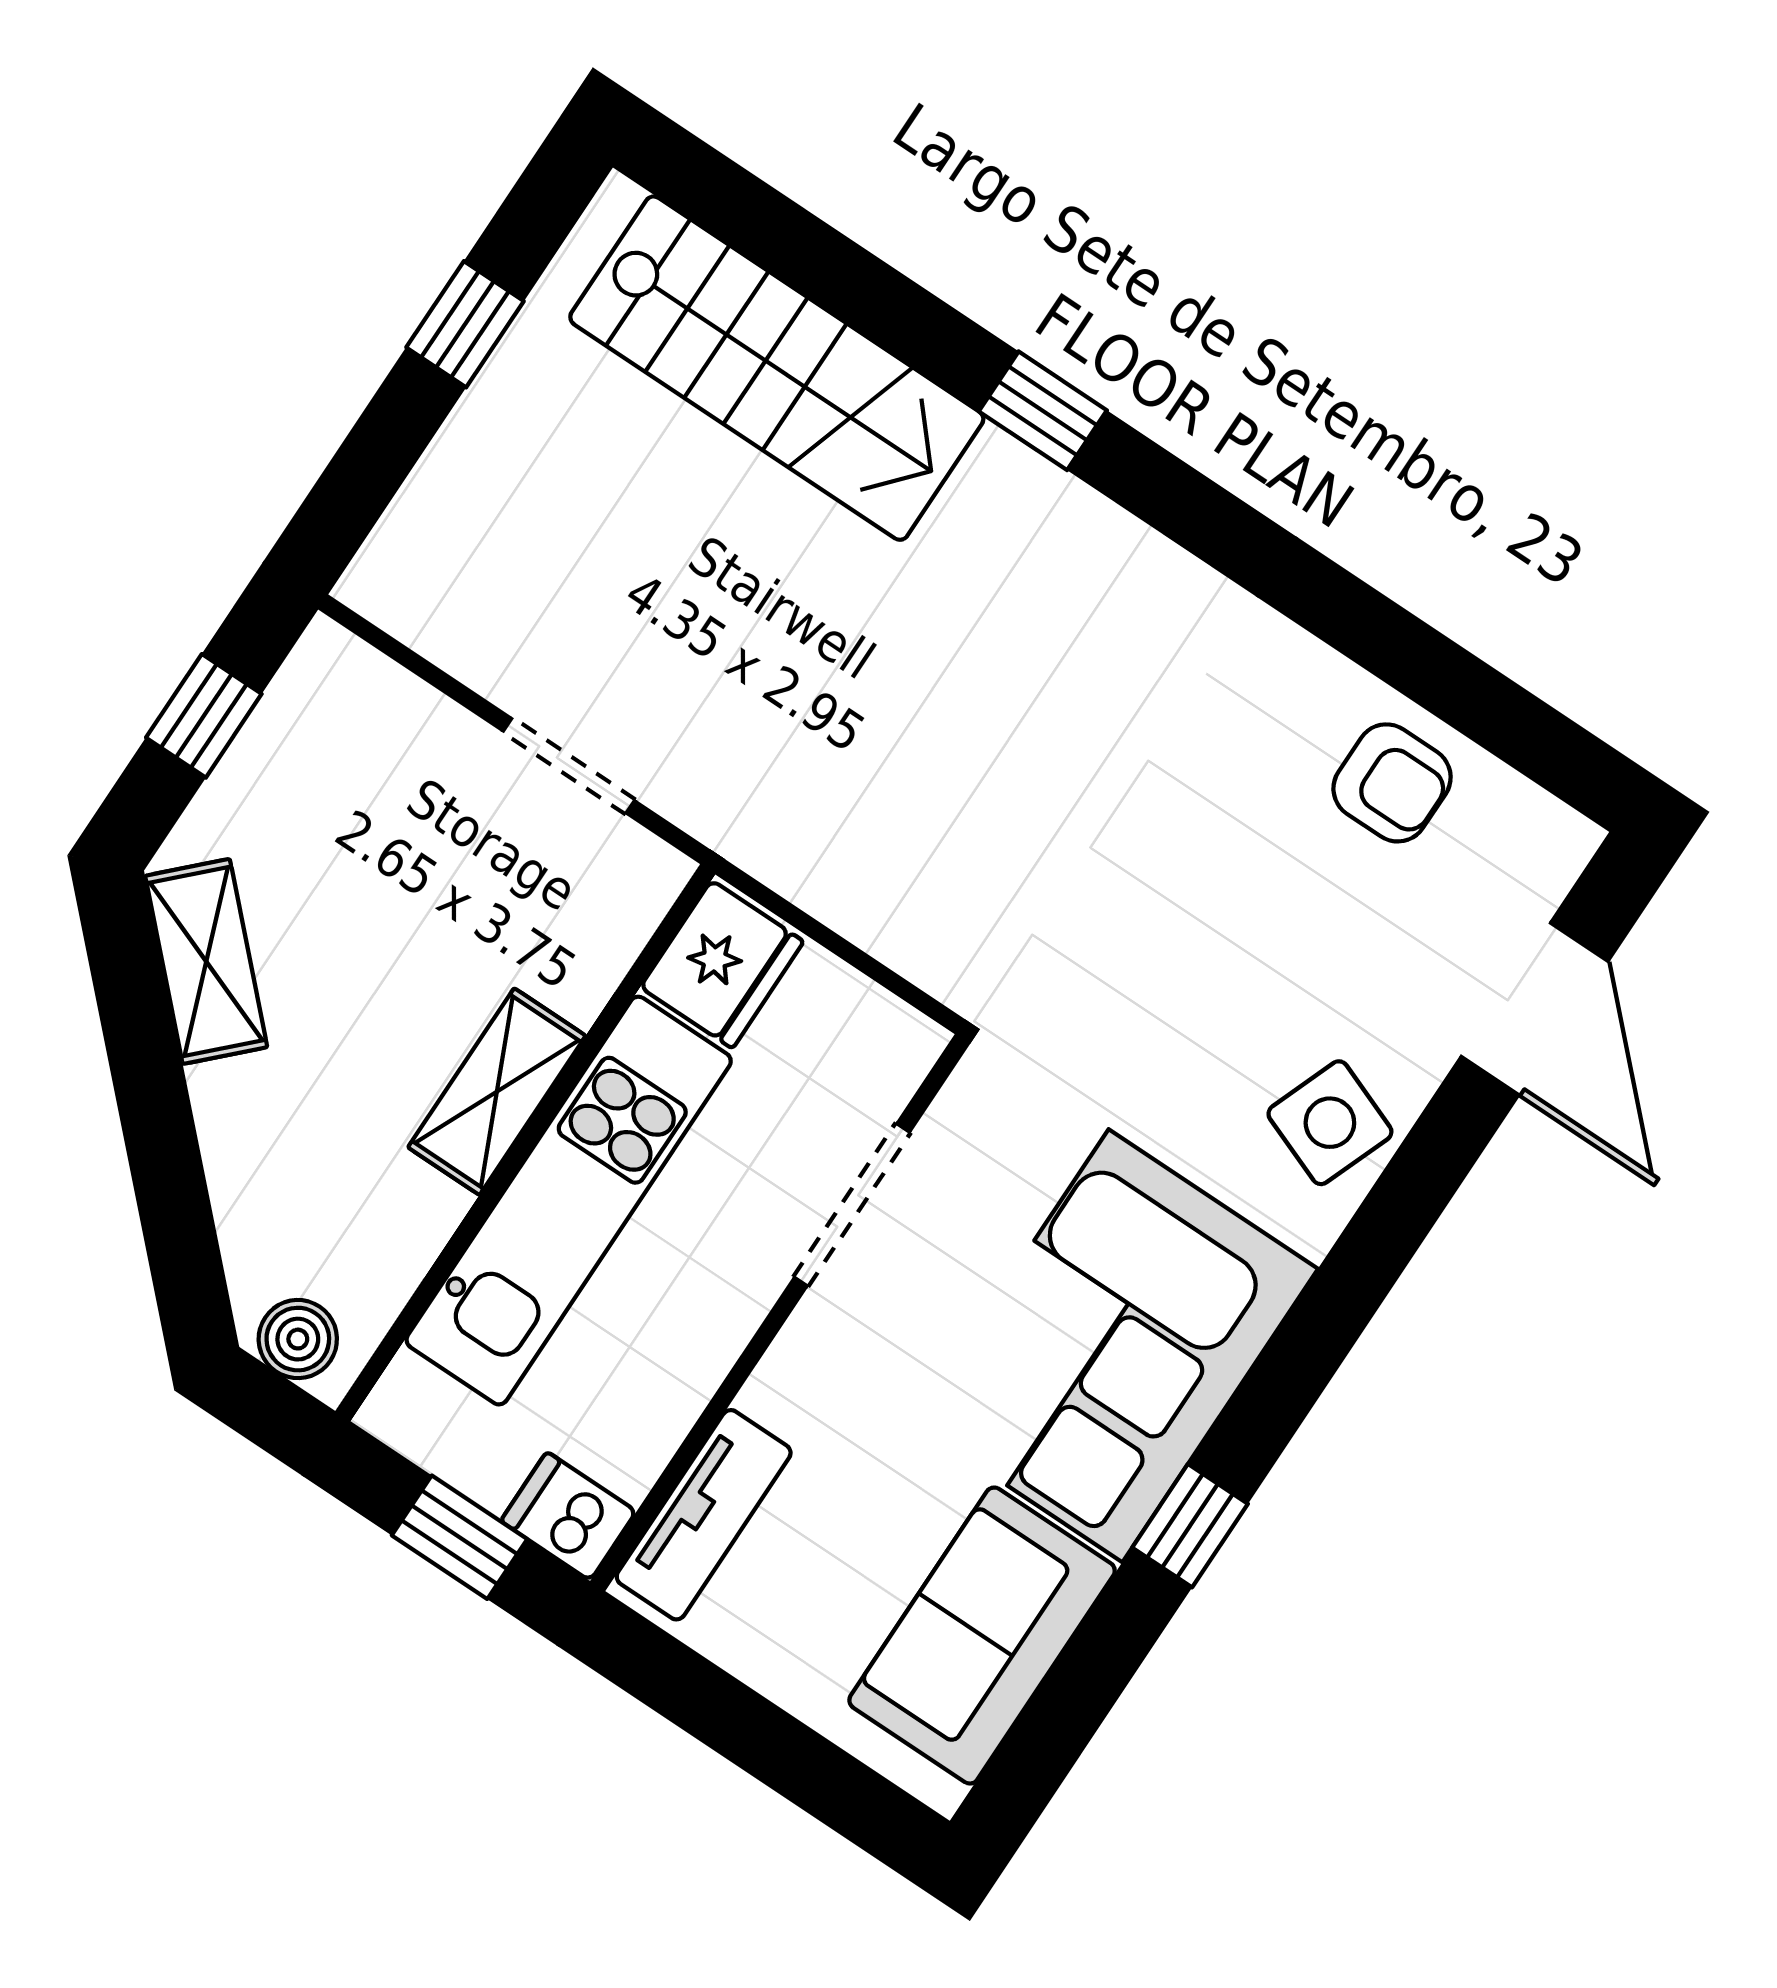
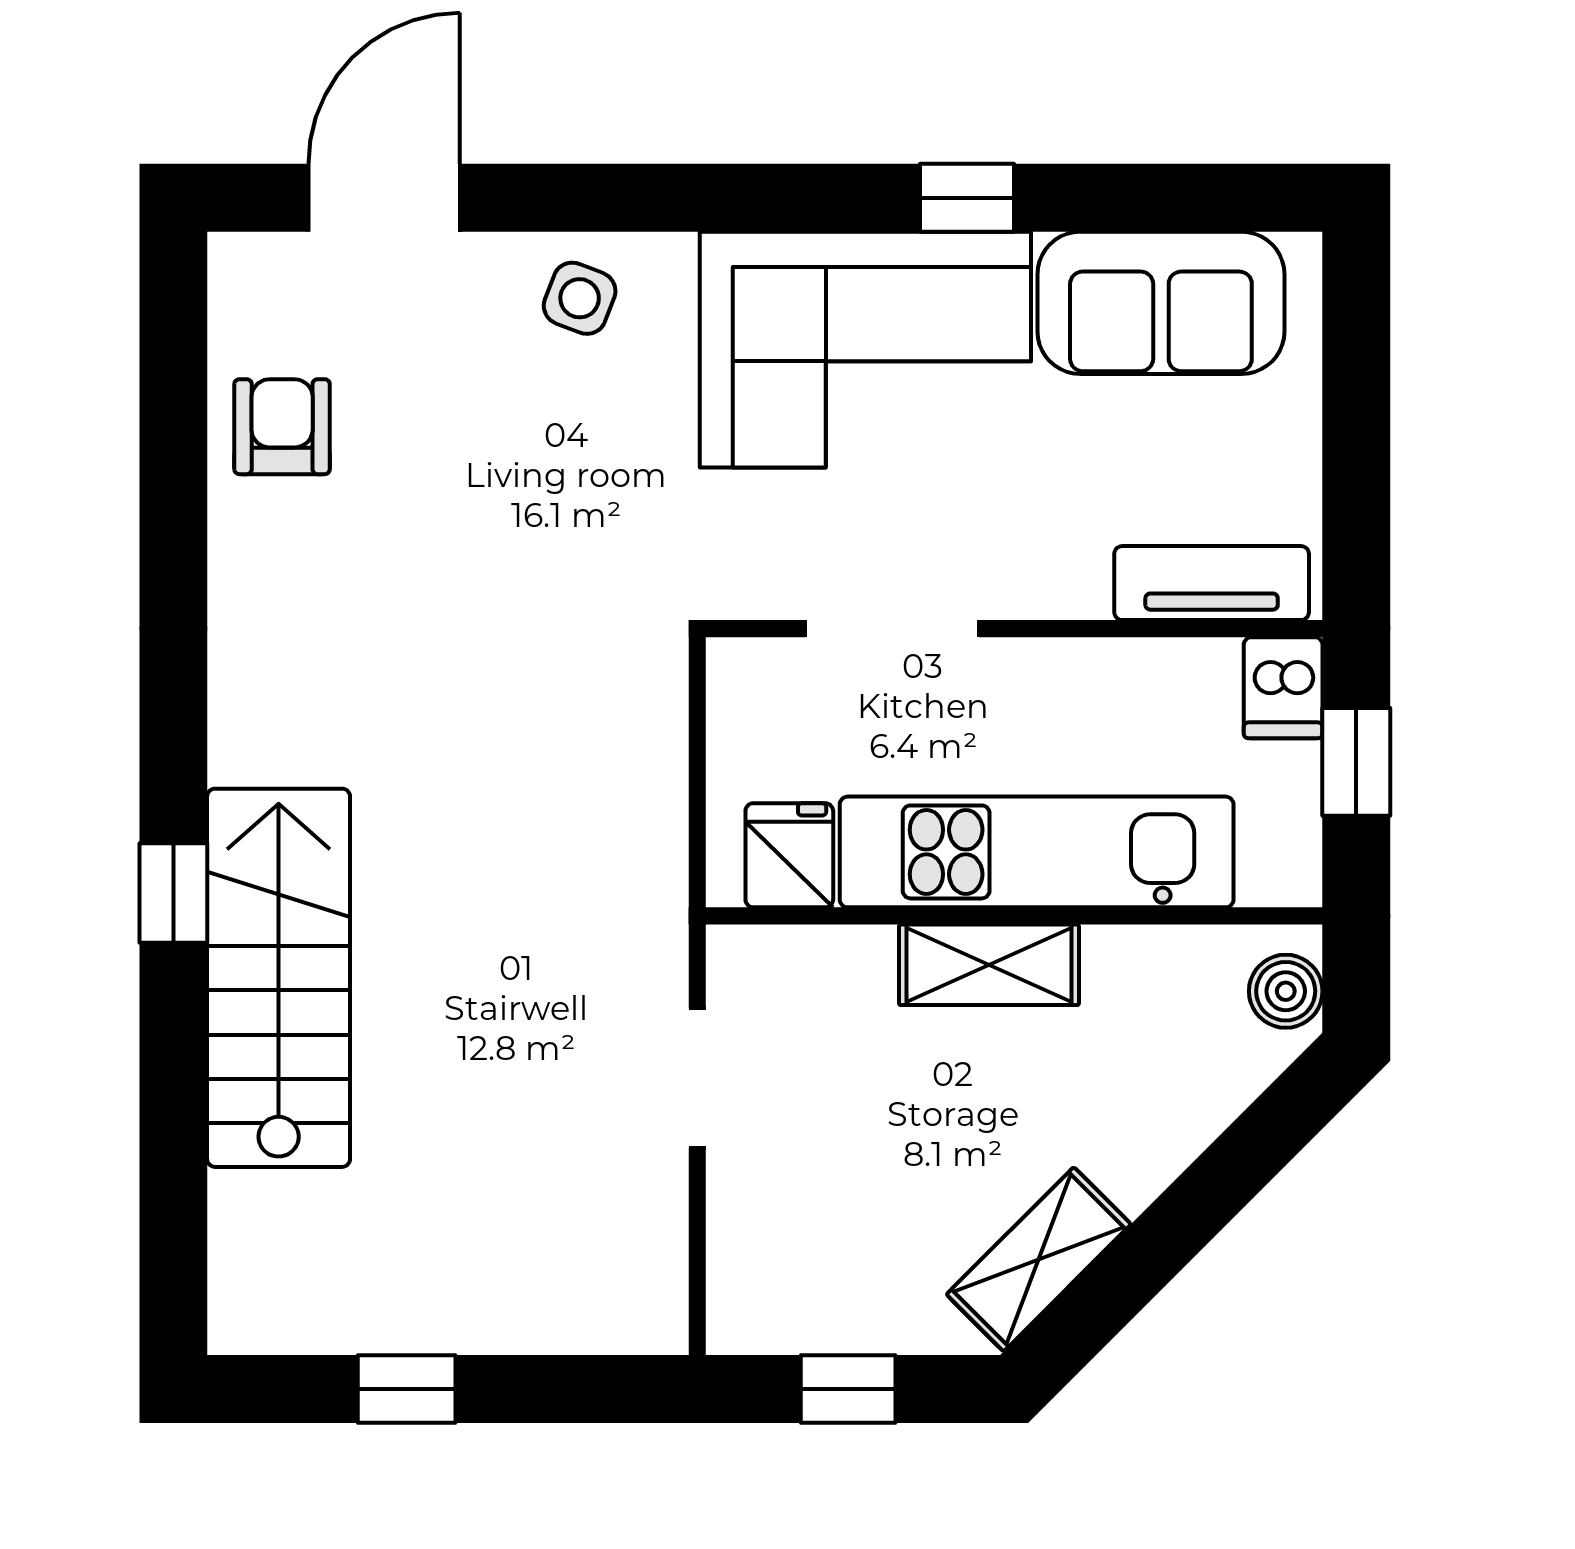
stairs: (777, 368) -> (279, 978), moved
fridge: (722, 964) -> (789, 855), width x0.72
side table: (1330, 1123) -> (580, 298), width x0.73, depth x0.73

